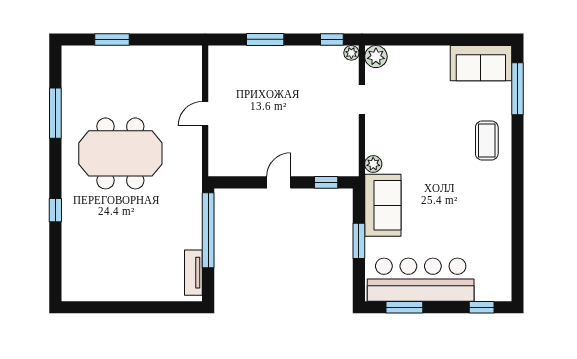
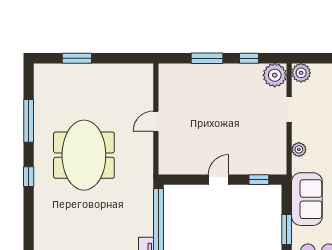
window: (332, 39) -> (249, 58), moved
plant: (351, 53) -> (275, 75), width x1.88, depth x1.88
meeting table: (120, 153) -> (84, 155), turned 90
plant: (373, 164) -> (299, 149), moved
window: (55, 210) -> (29, 177), moved

